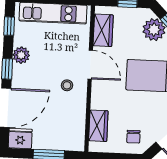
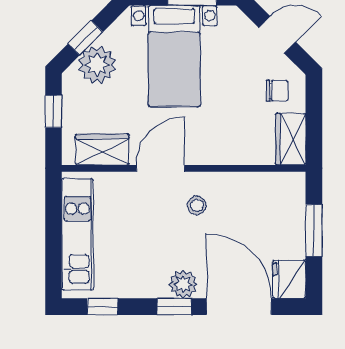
plant: (21, 55) -> (183, 284), moved
wardrobe: (98, 126) -> (291, 139), moved, turned -90

